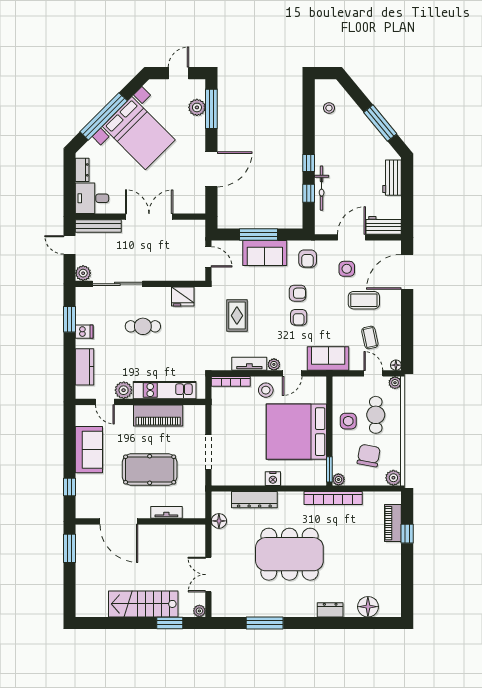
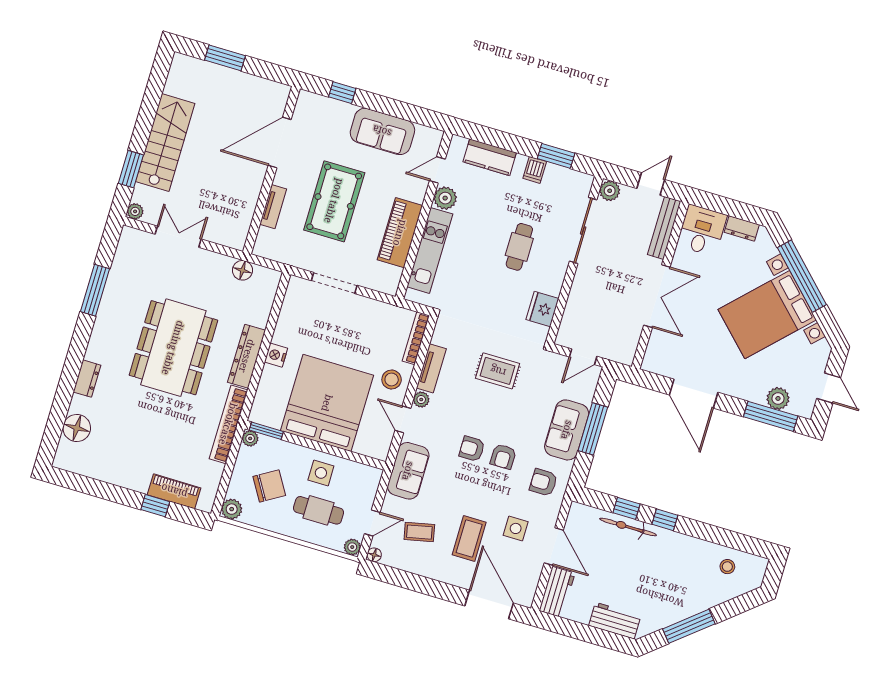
chair: (369, 456) -> (269, 486), turned -41
dresser: (254, 500) -> (247, 356), moved
window: (69, 548) -> (225, 58), moved

